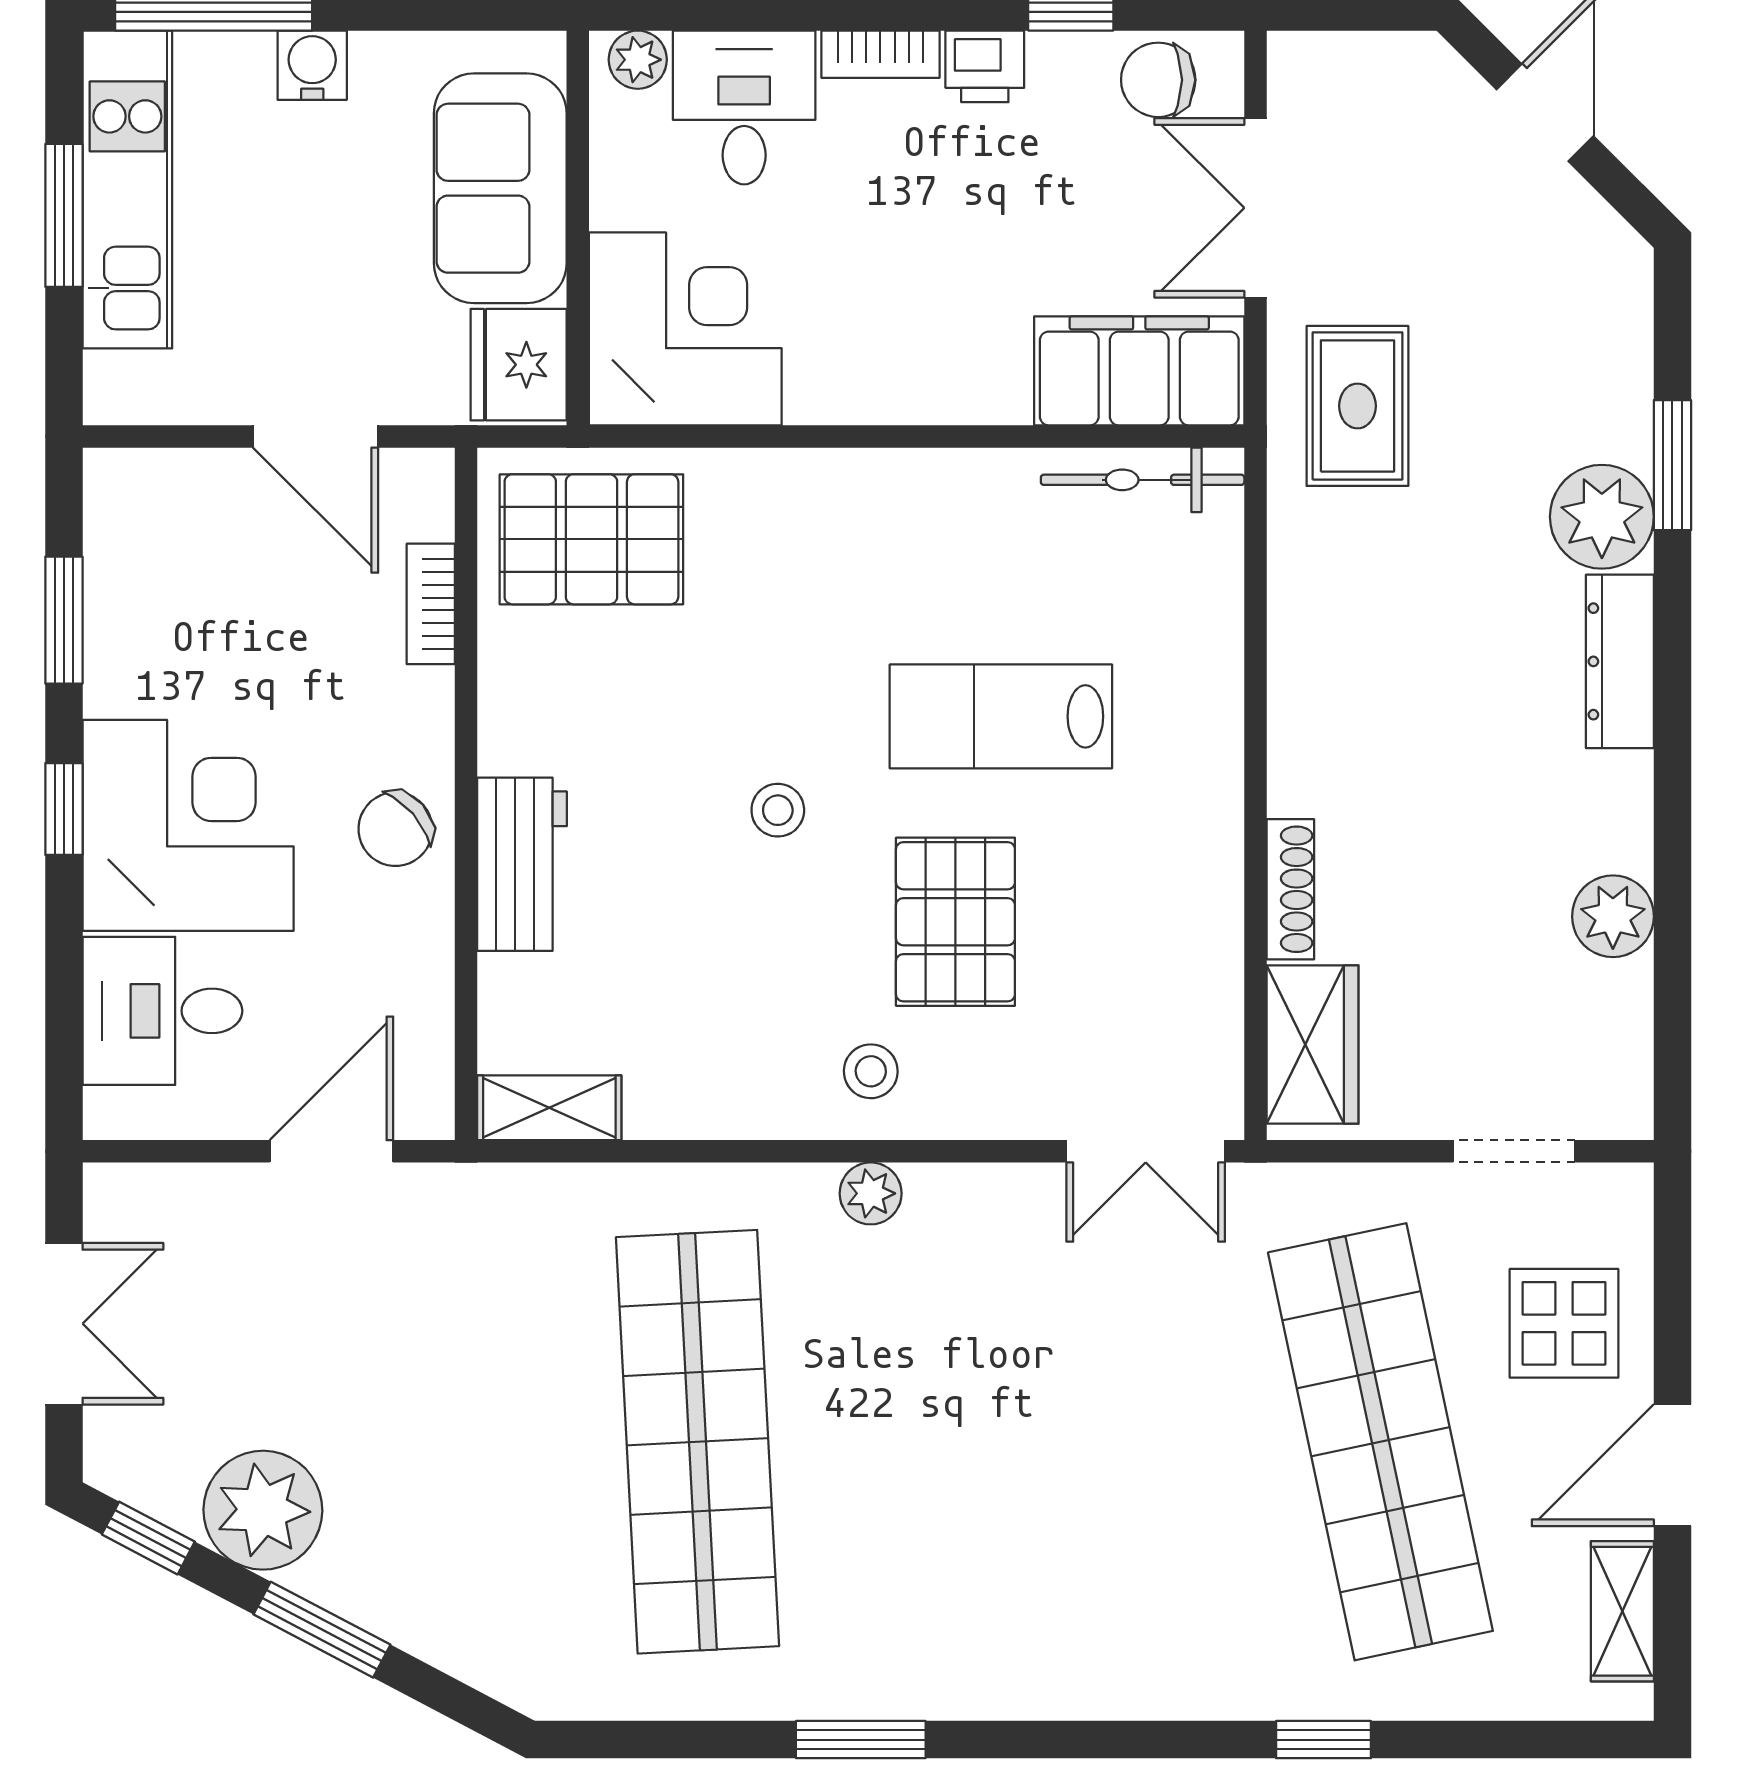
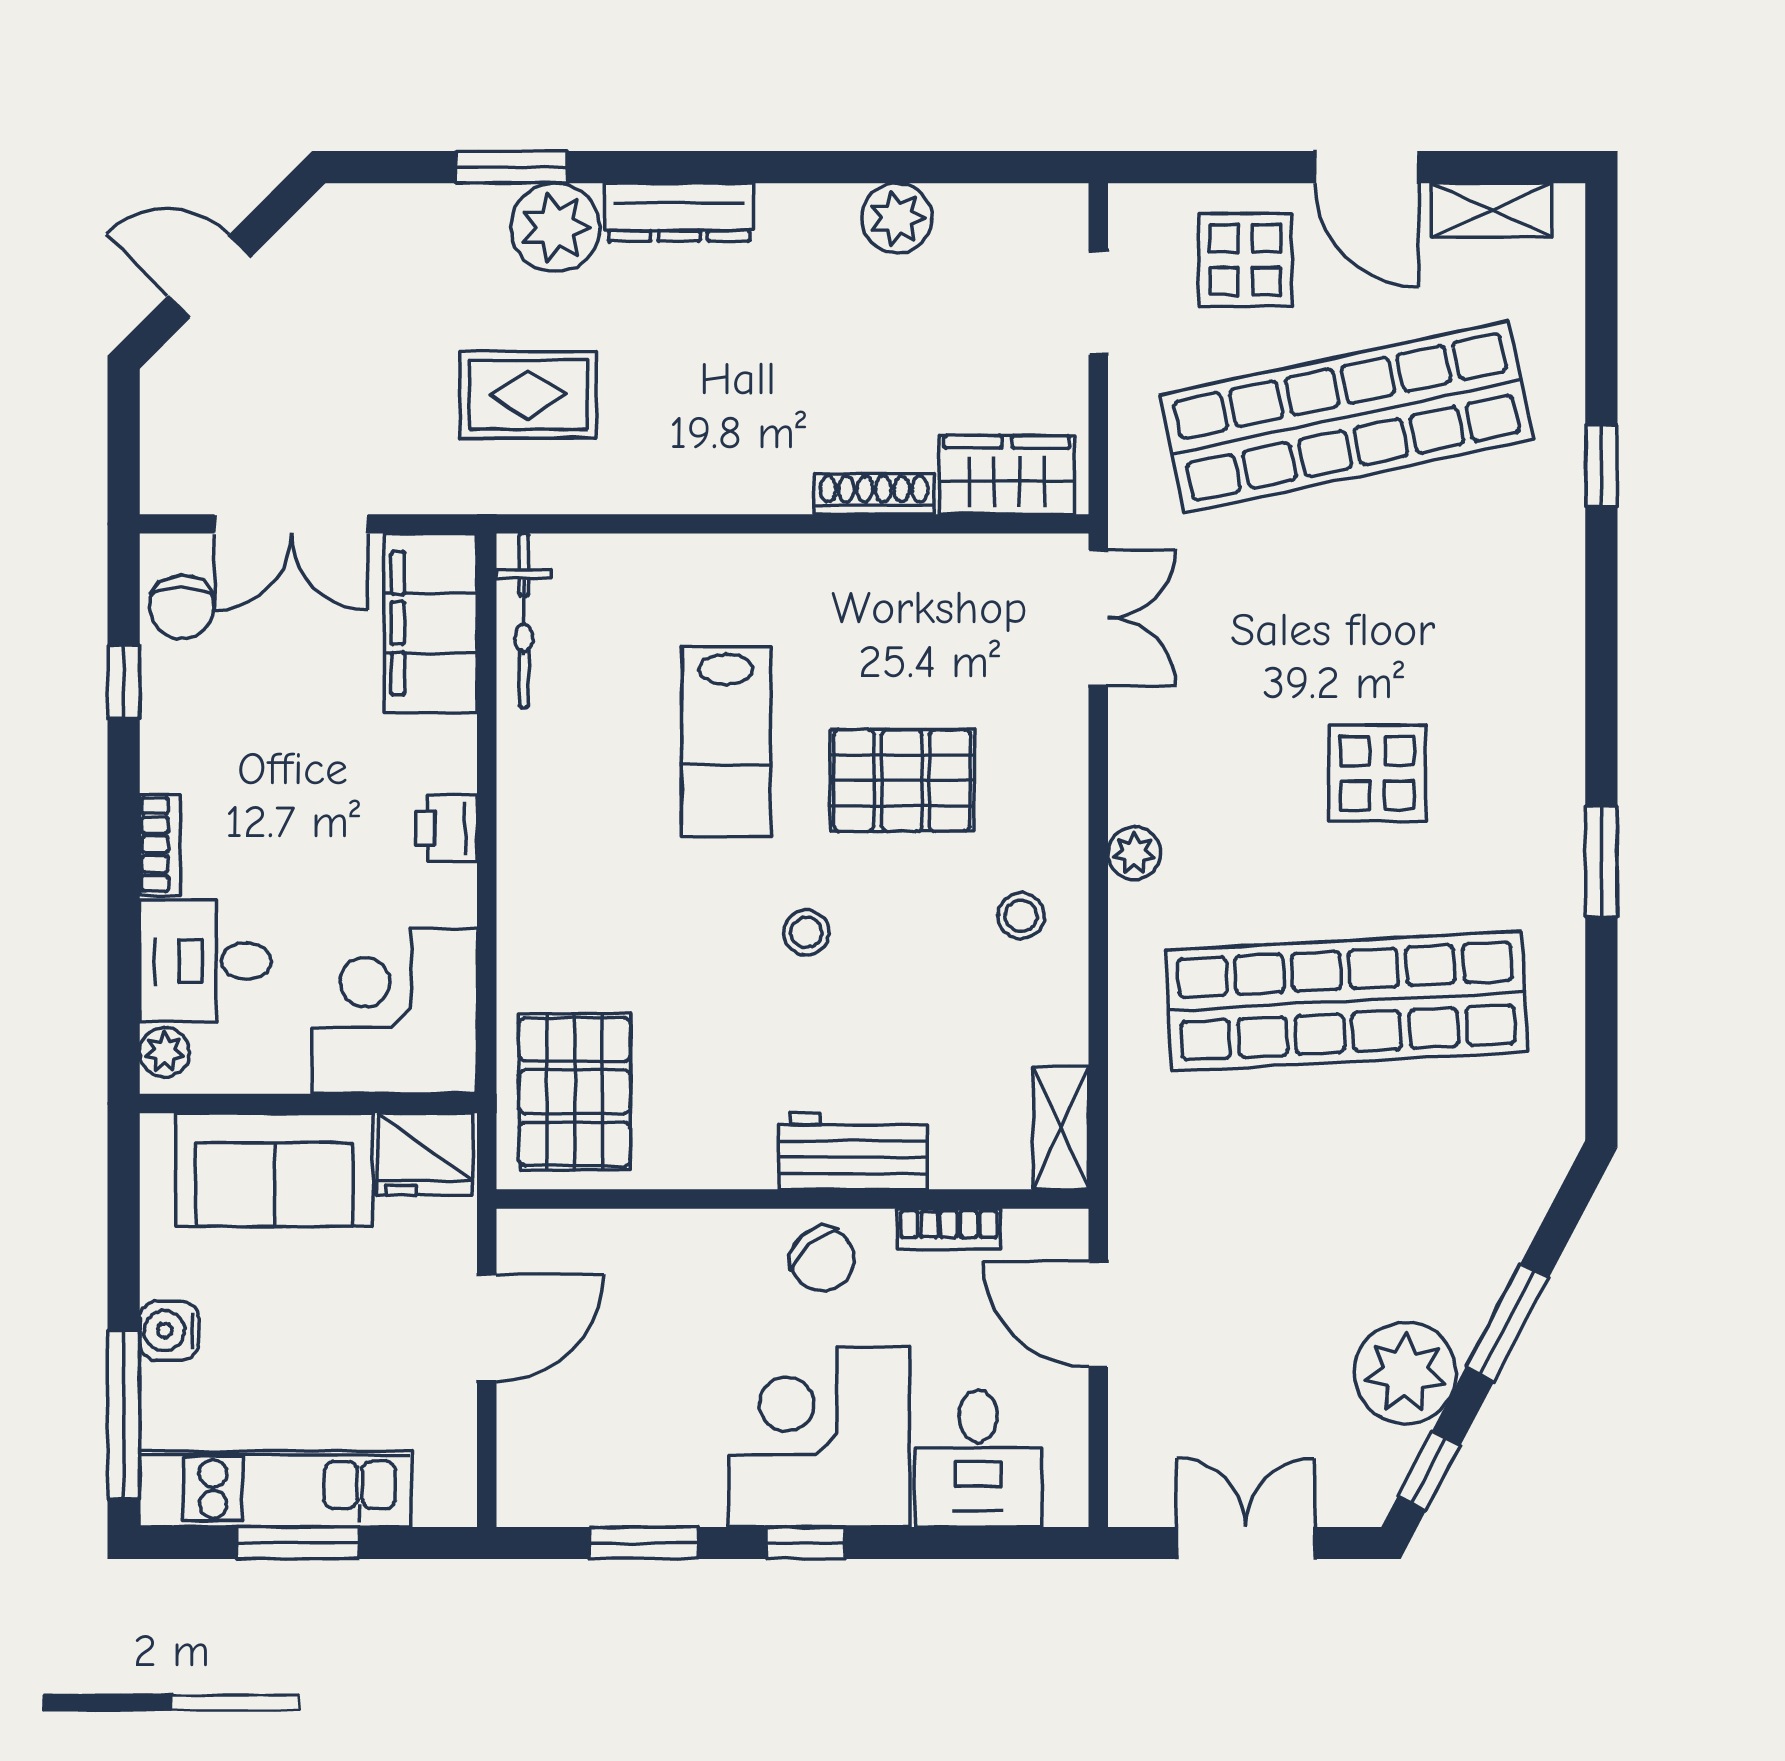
printer: (985, 66) -> (447, 828), moved, turned 180
rug: (1357, 406) -> (528, 395), moved
bookcase: (431, 604) -> (949, 1229), moved
stool: (871, 1071) -> (1021, 916), moved
display table: (964, 1477) -> (1377, 773), added

